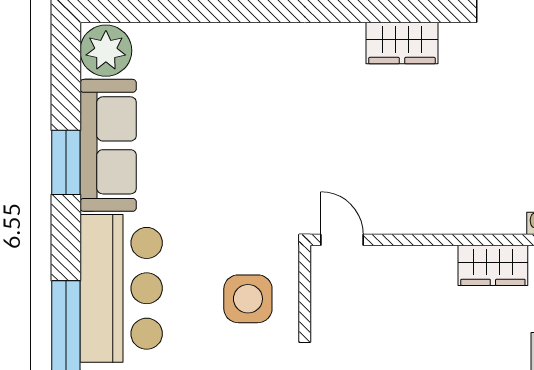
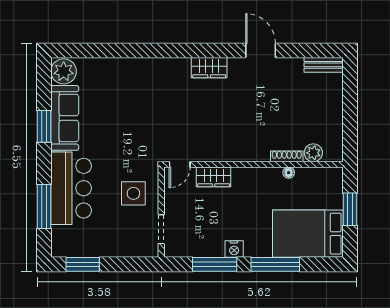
door: (342, 240) -> (180, 164), swing flipped
wardrobe: (493, 265) -> (214, 177), moved

